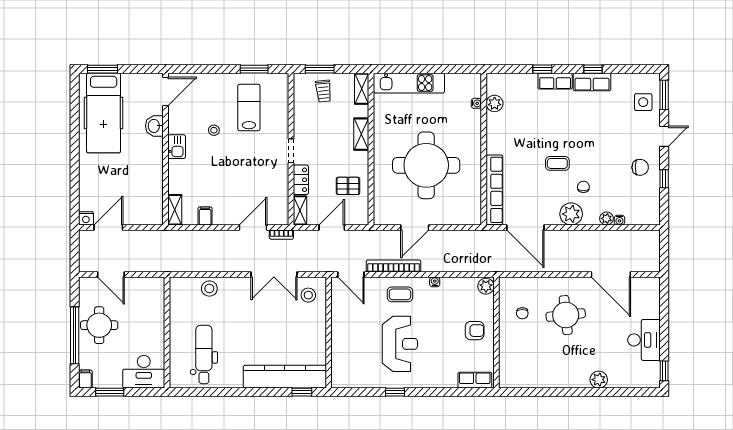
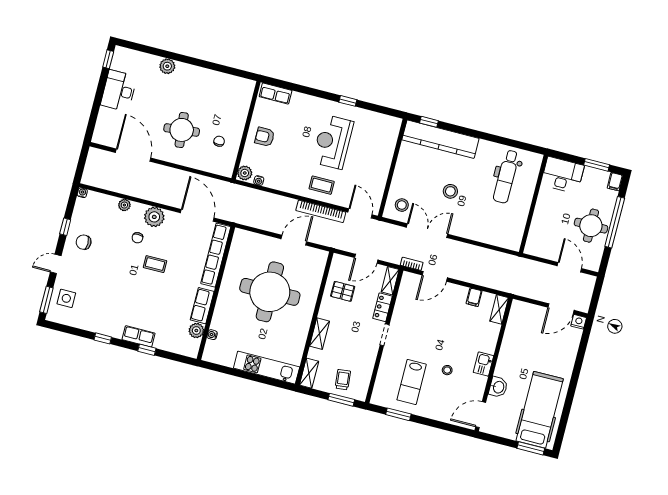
row of seats: (592, 82) -> (202, 306), moved, turned -90
water cooler: (619, 220) -> (82, 193), moved
water cooler: (435, 282) -> (259, 181), moved
stool: (209, 289) -> (450, 191), moved

